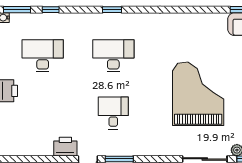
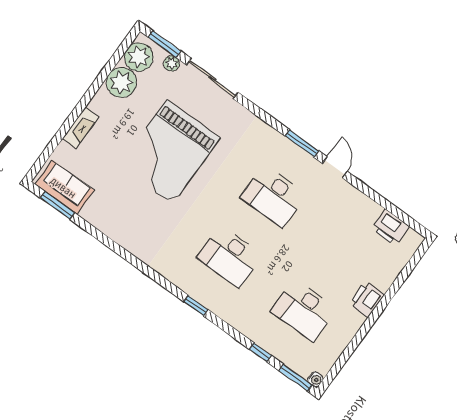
desk: (113, 113) -> (273, 196), width x1.37
printer: (65, 147) -> (391, 228), moved

